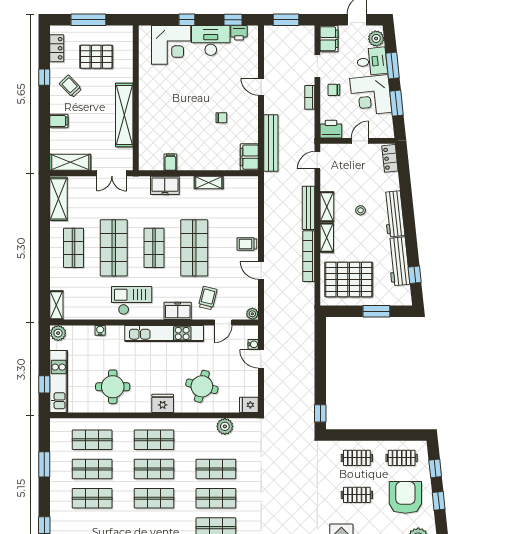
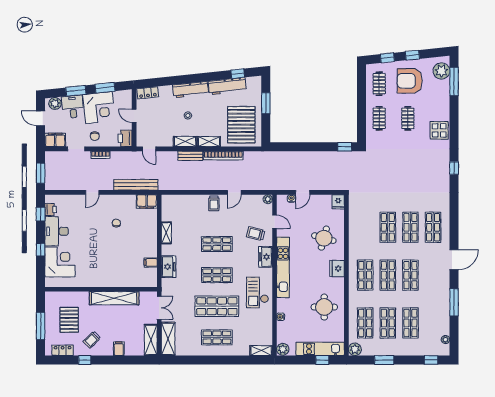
shelving: (59, 199) -> (168, 339), moved, turned 90
bench: (308, 208) -> (190, 156), width x0.73
shop shelf: (194, 248) -> (217, 244), width x0.70, depth x0.74
plant: (225, 426) -> (355, 349), moved

